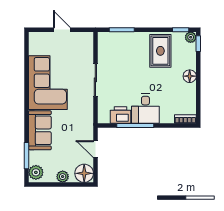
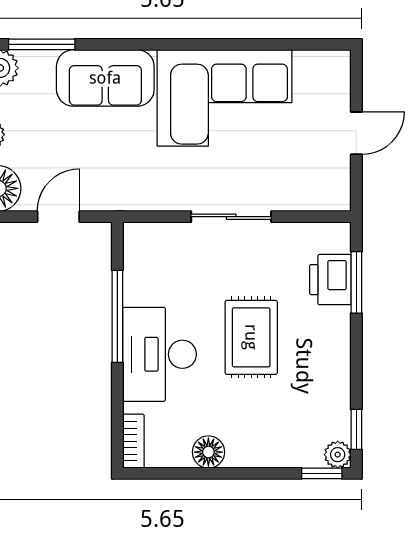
rug: (160, 51) -> (251, 337), moved, turned 90
floor lamp: (190, 76) -> (208, 452), moved
desk: (145, 109) -> (160, 354), width x1.37
printer: (121, 115) -> (330, 280), moved, turned 180

